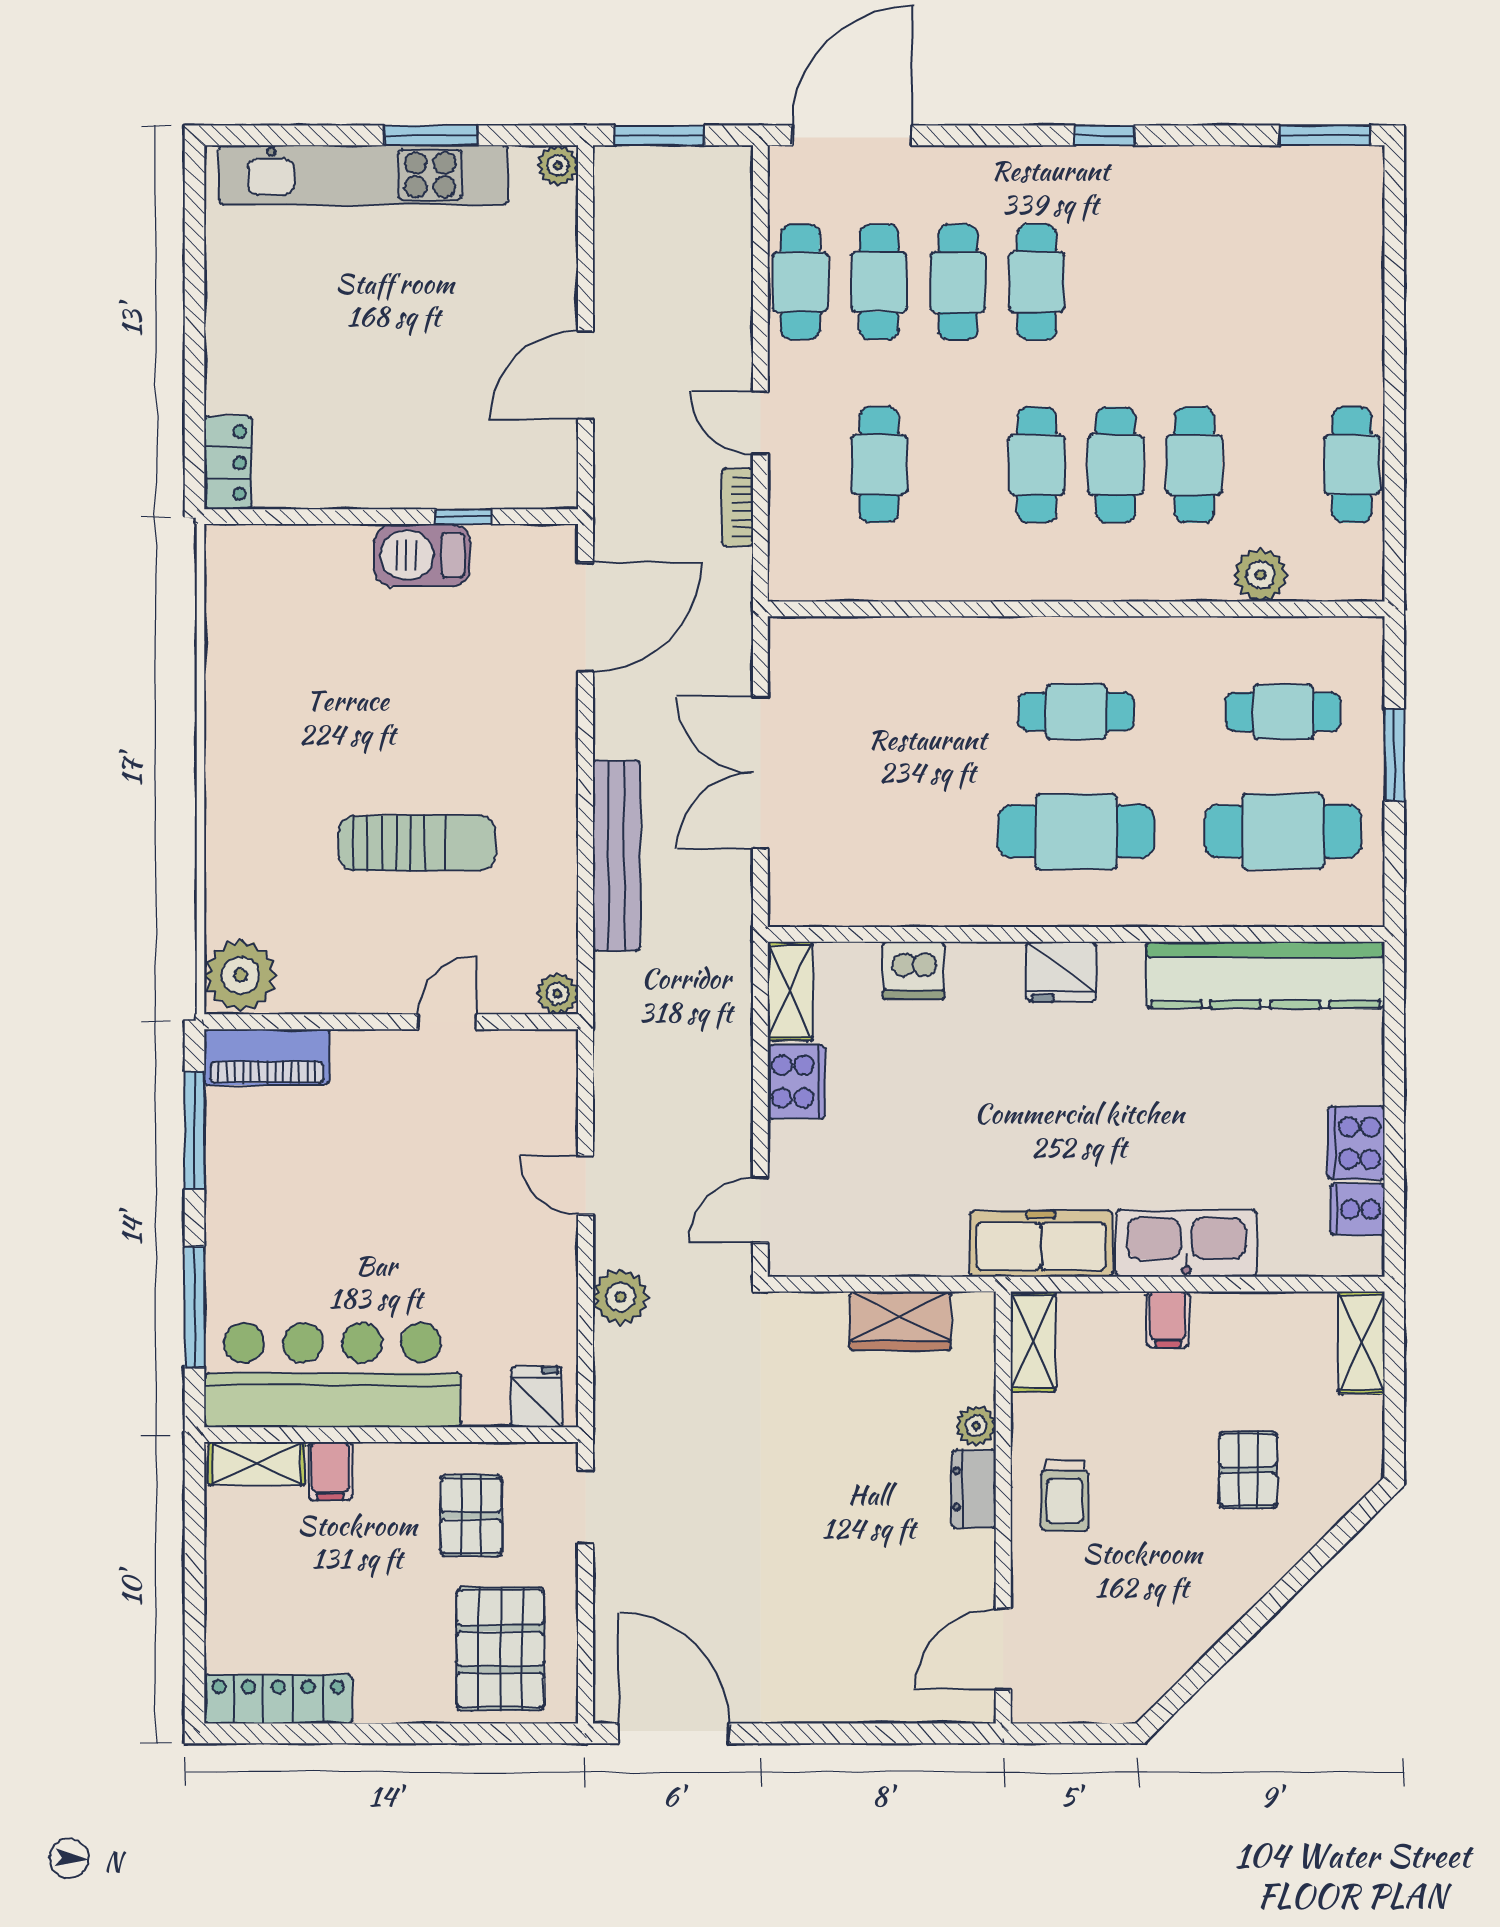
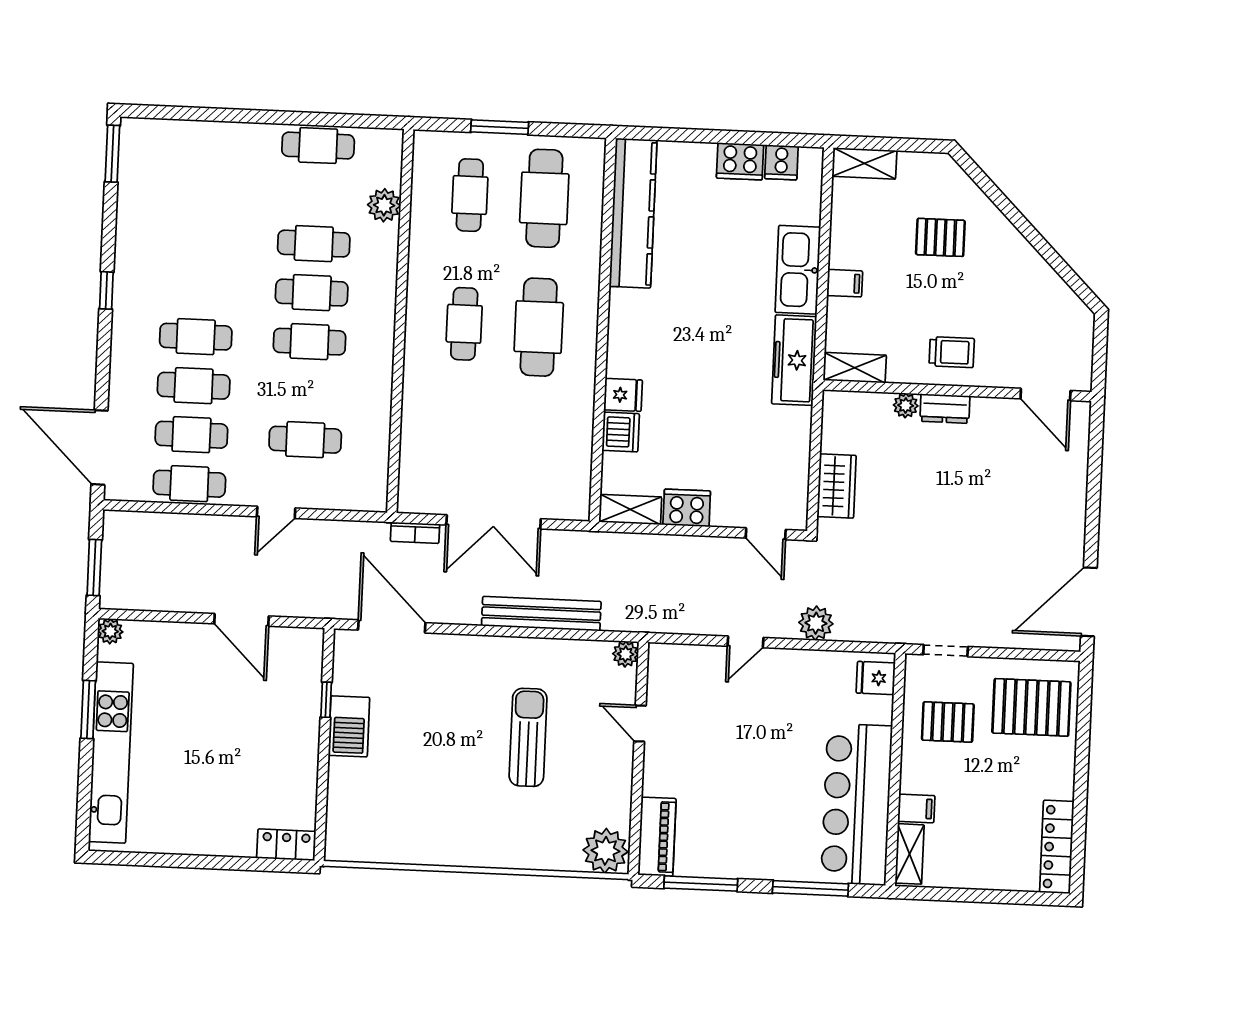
bookcase: (737, 507) -> (415, 533), moved
fridge: (1061, 972) -> (623, 395), moved, width x0.72
wardrobe: (900, 1321) -> (837, 486), moved

